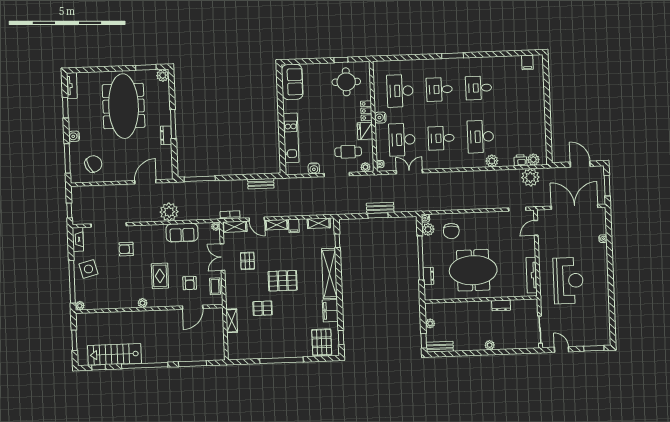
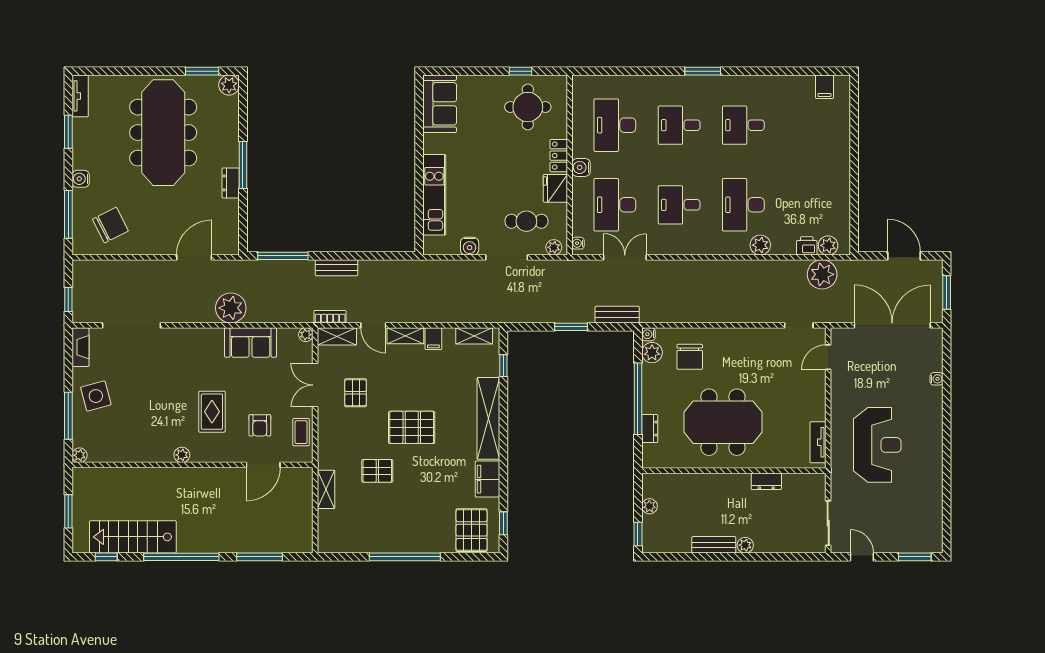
bench: (261, 184) -> (337, 268), moved
bench: (380, 208) -> (617, 315), moved
armchair: (126, 249) -> (159, 366), removed
tv unit: (532, 275) -> (818, 442), width x0.71
window: (72, 282) -> (68, 416), width x0.68
bench: (440, 347) -> (714, 545), moved

